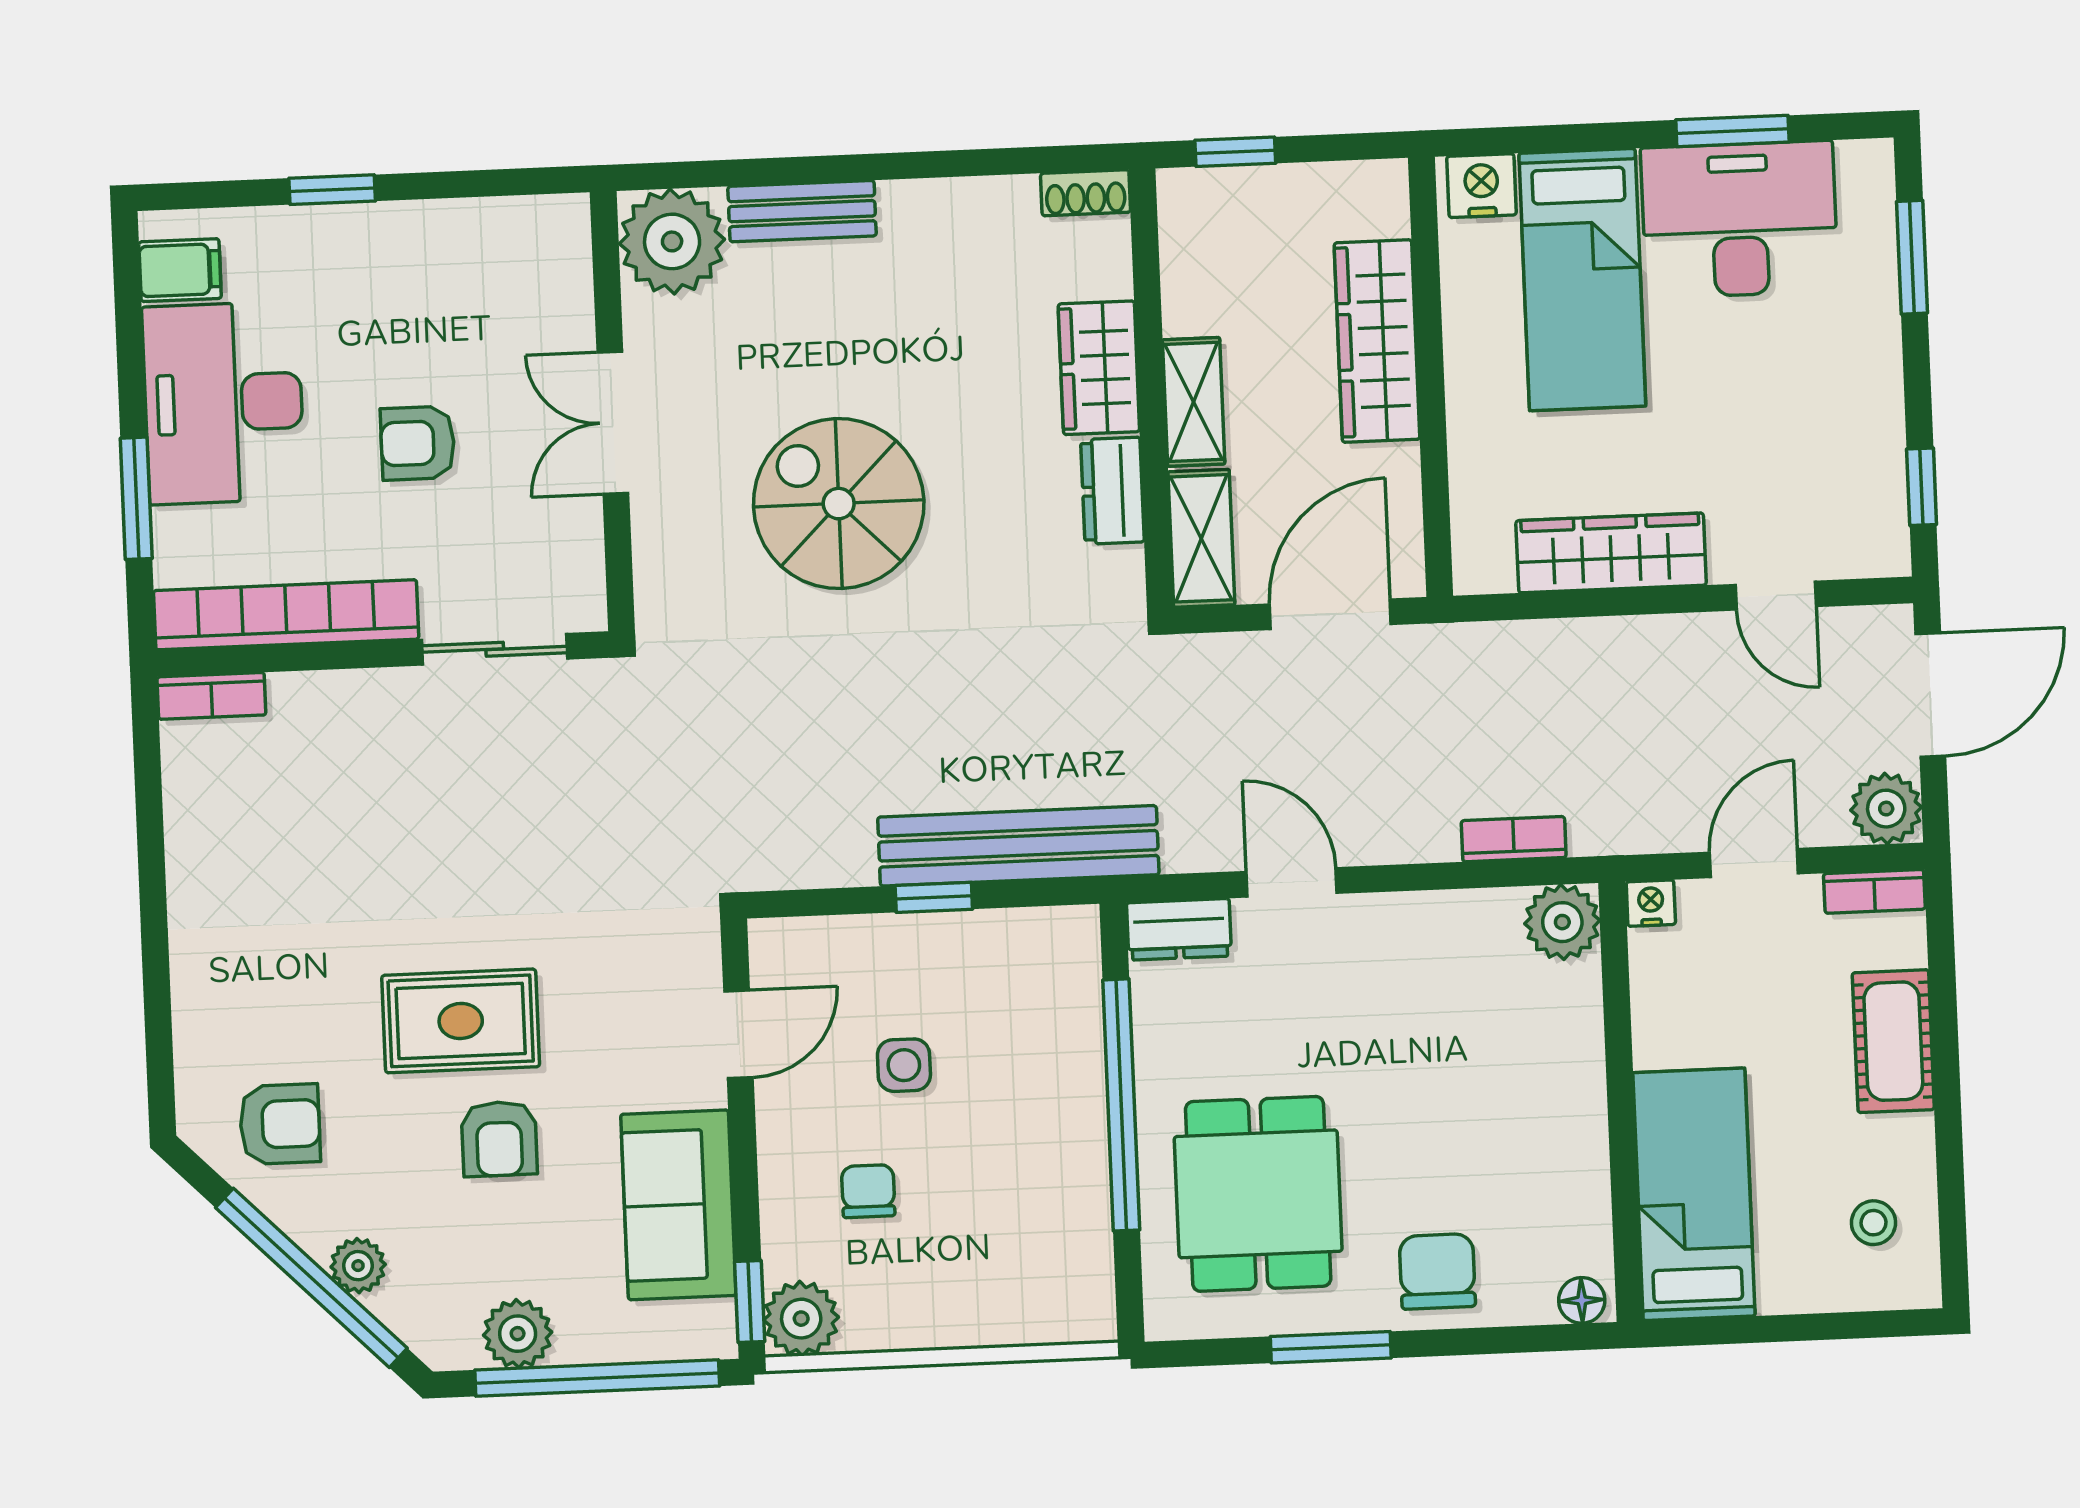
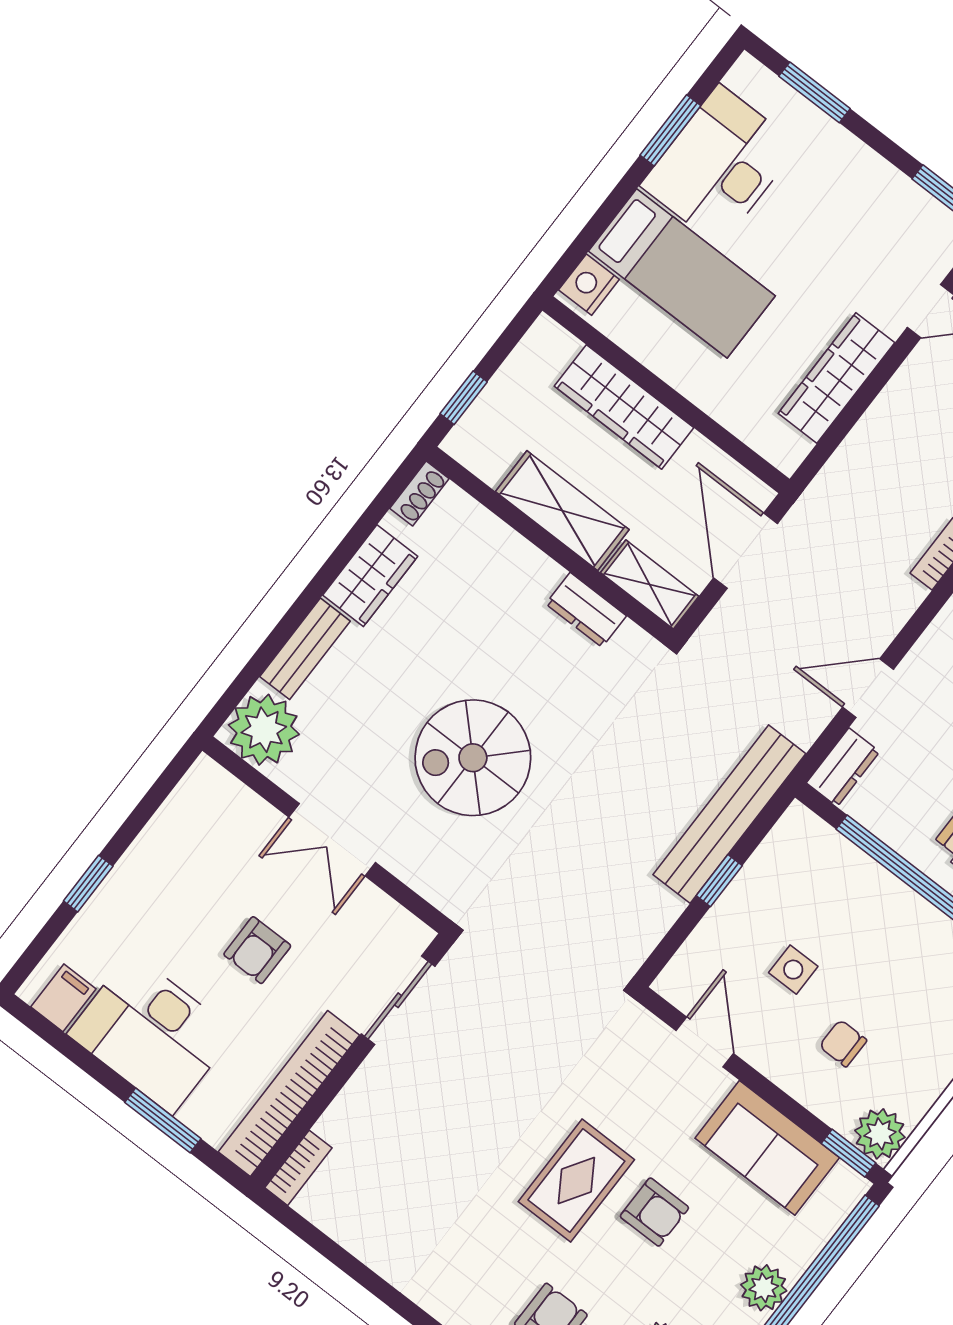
wardrobe: (1099, 368) -> (370, 576), moved, turned -90
shelving: (1194, 402) -> (562, 511), width x1.50, depth x1.33

